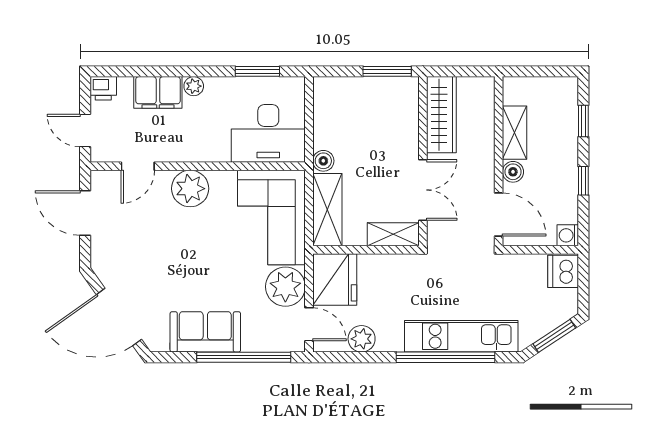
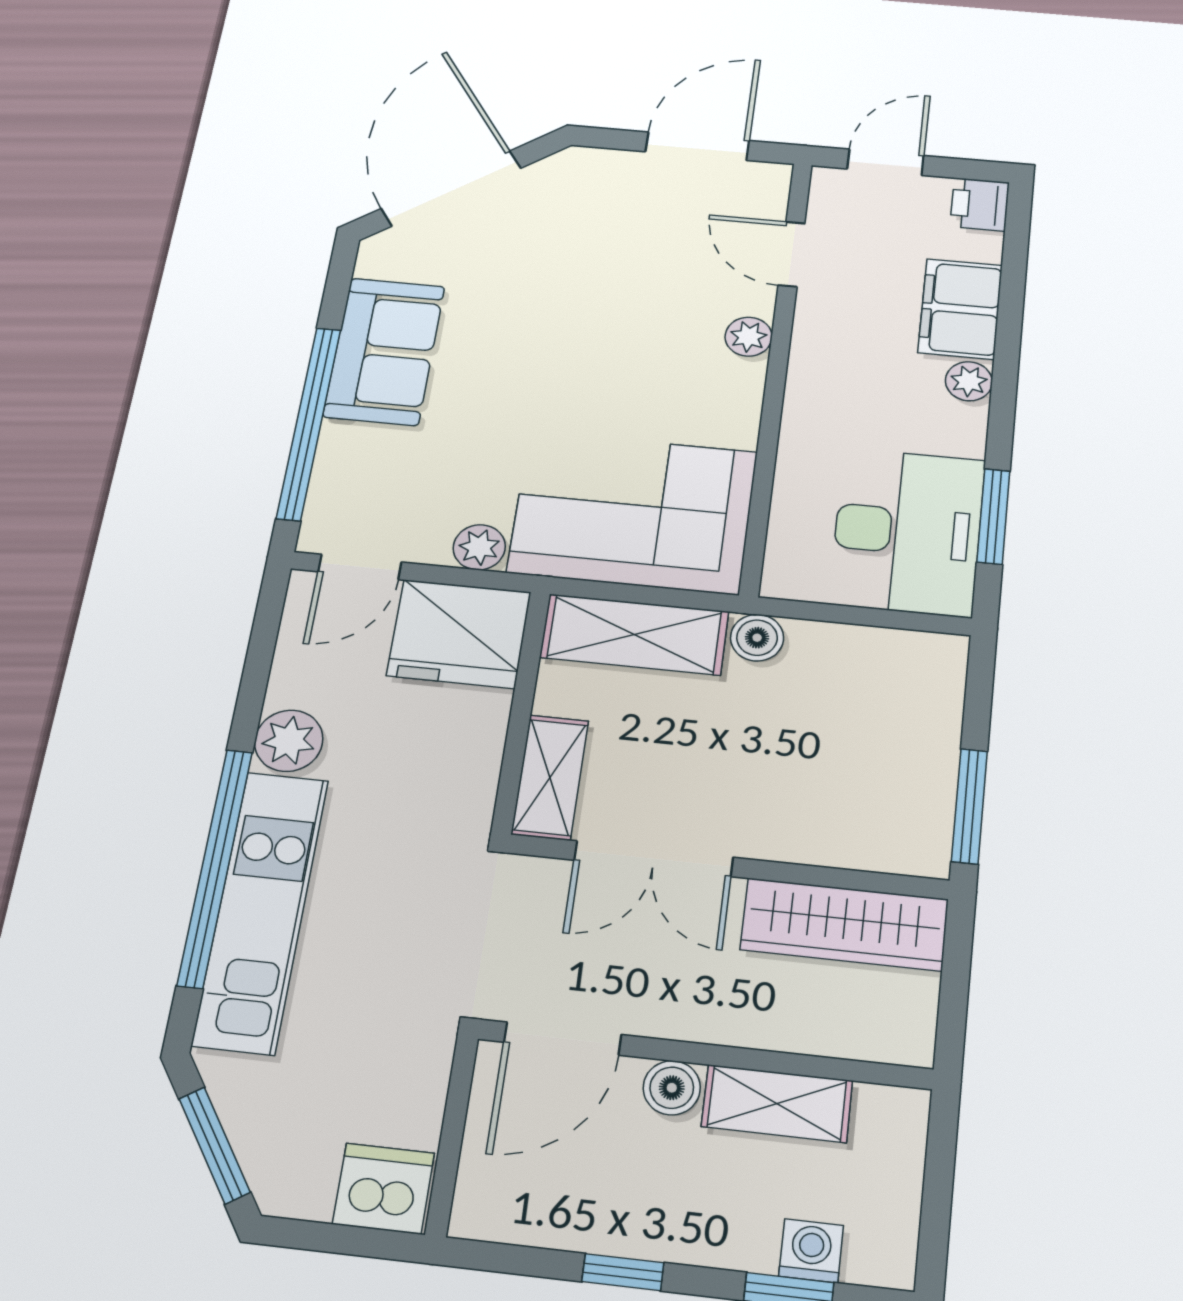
desk: (268, 133) -> (907, 532), moved, turned 180
plant: (190, 189) -> (749, 337), width x0.53, depth x0.53
washing machine: (568, 235) -> (811, 1251), moved
plant: (285, 287) -> (479, 547), width x0.53, depth x0.53
plant: (362, 339) -> (289, 741), moved

